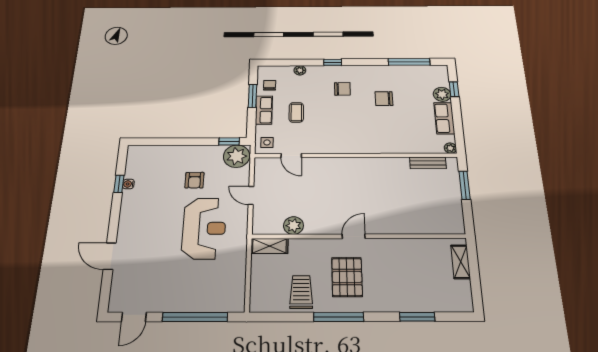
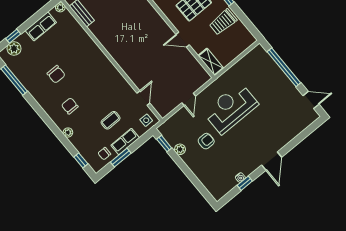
window: (333, 62) -> (81, 160), moved
plant: (300, 70) -> (68, 133), moved
plant: (442, 94) -> (14, 49), moved
plant: (237, 156) -> (180, 149), moved, width x0.53, depth x0.53
plant: (293, 226) -> (187, 59), removed
door: (354, 236) -> (183, 40), moved
door: (110, 256) -> (272, 161), moved

